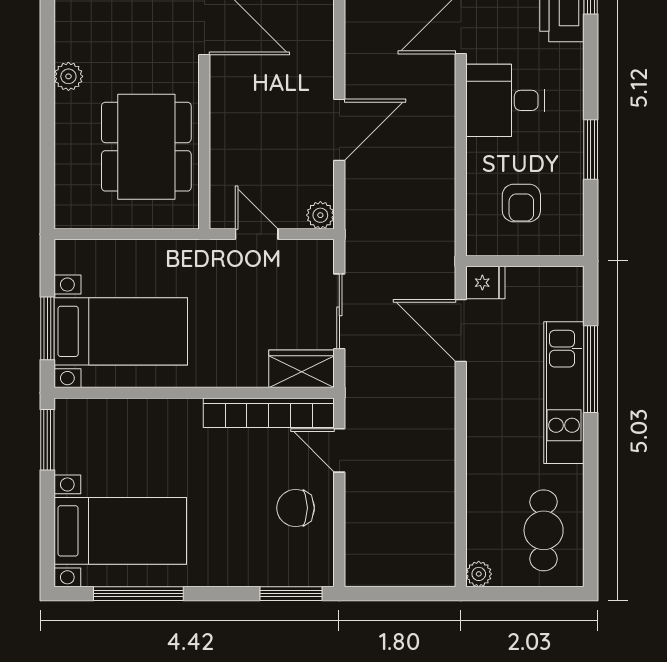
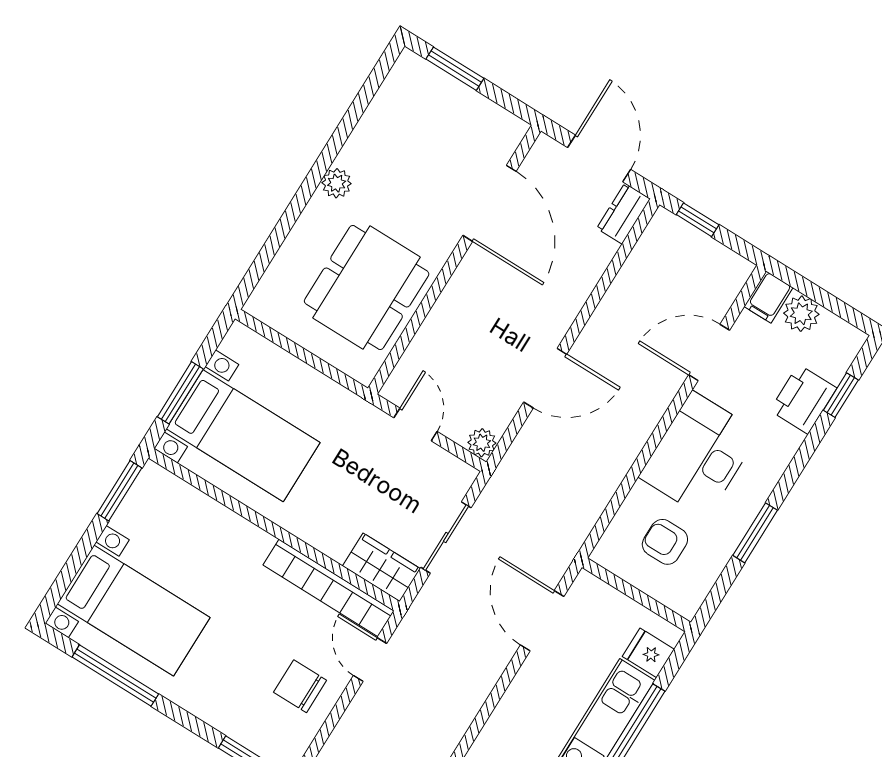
desk: (505, 100) -> (699, 455), width x1.37
armchair: (521, 203) -> (665, 542), turned 90
fridge: (485, 283) -> (648, 653), moved, turned 180

